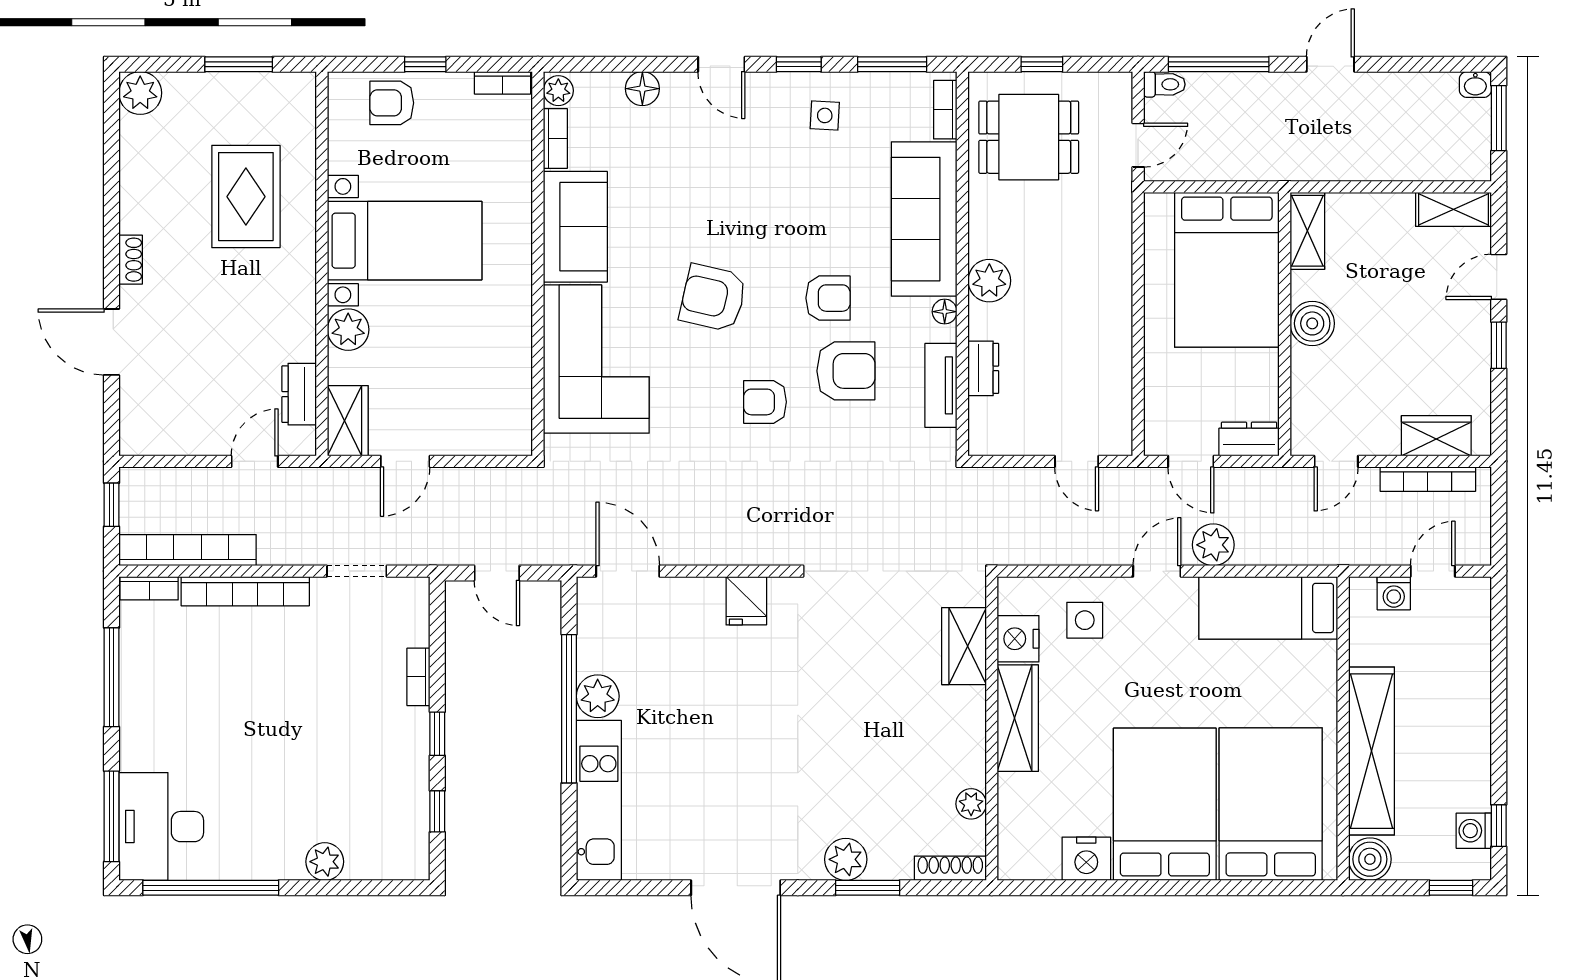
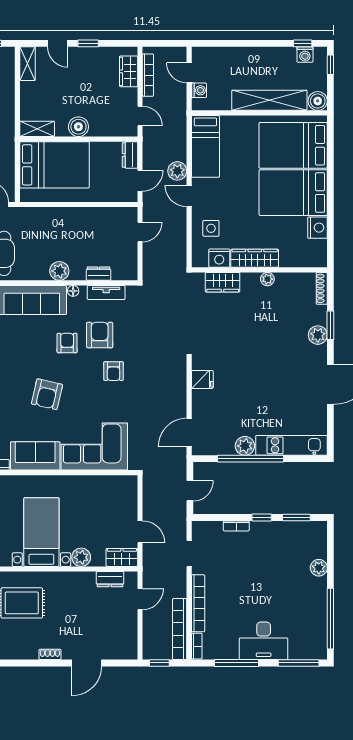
armchair: (713, 298) -> (47, 394), moved
door: (255, 461) -> (140, 599), swing flipped
plant: (971, 804) -> (267, 279), moved
window: (437, 811) -> (296, 518), width x1.50
desk: (161, 827) -> (264, 641), moved

